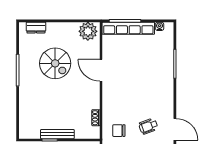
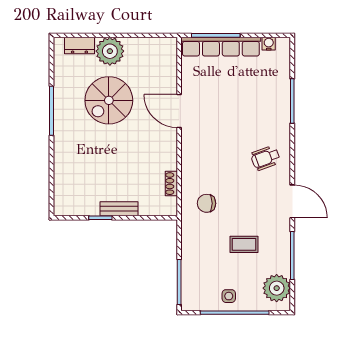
plant: (88, 31) -> (110, 51), moved
spiral stairs: (55, 63) -> (109, 100), turned 90
wheelchair: (148, 126) -> (265, 158), moved
bench: (57, 134) -> (119, 209), width x0.73

